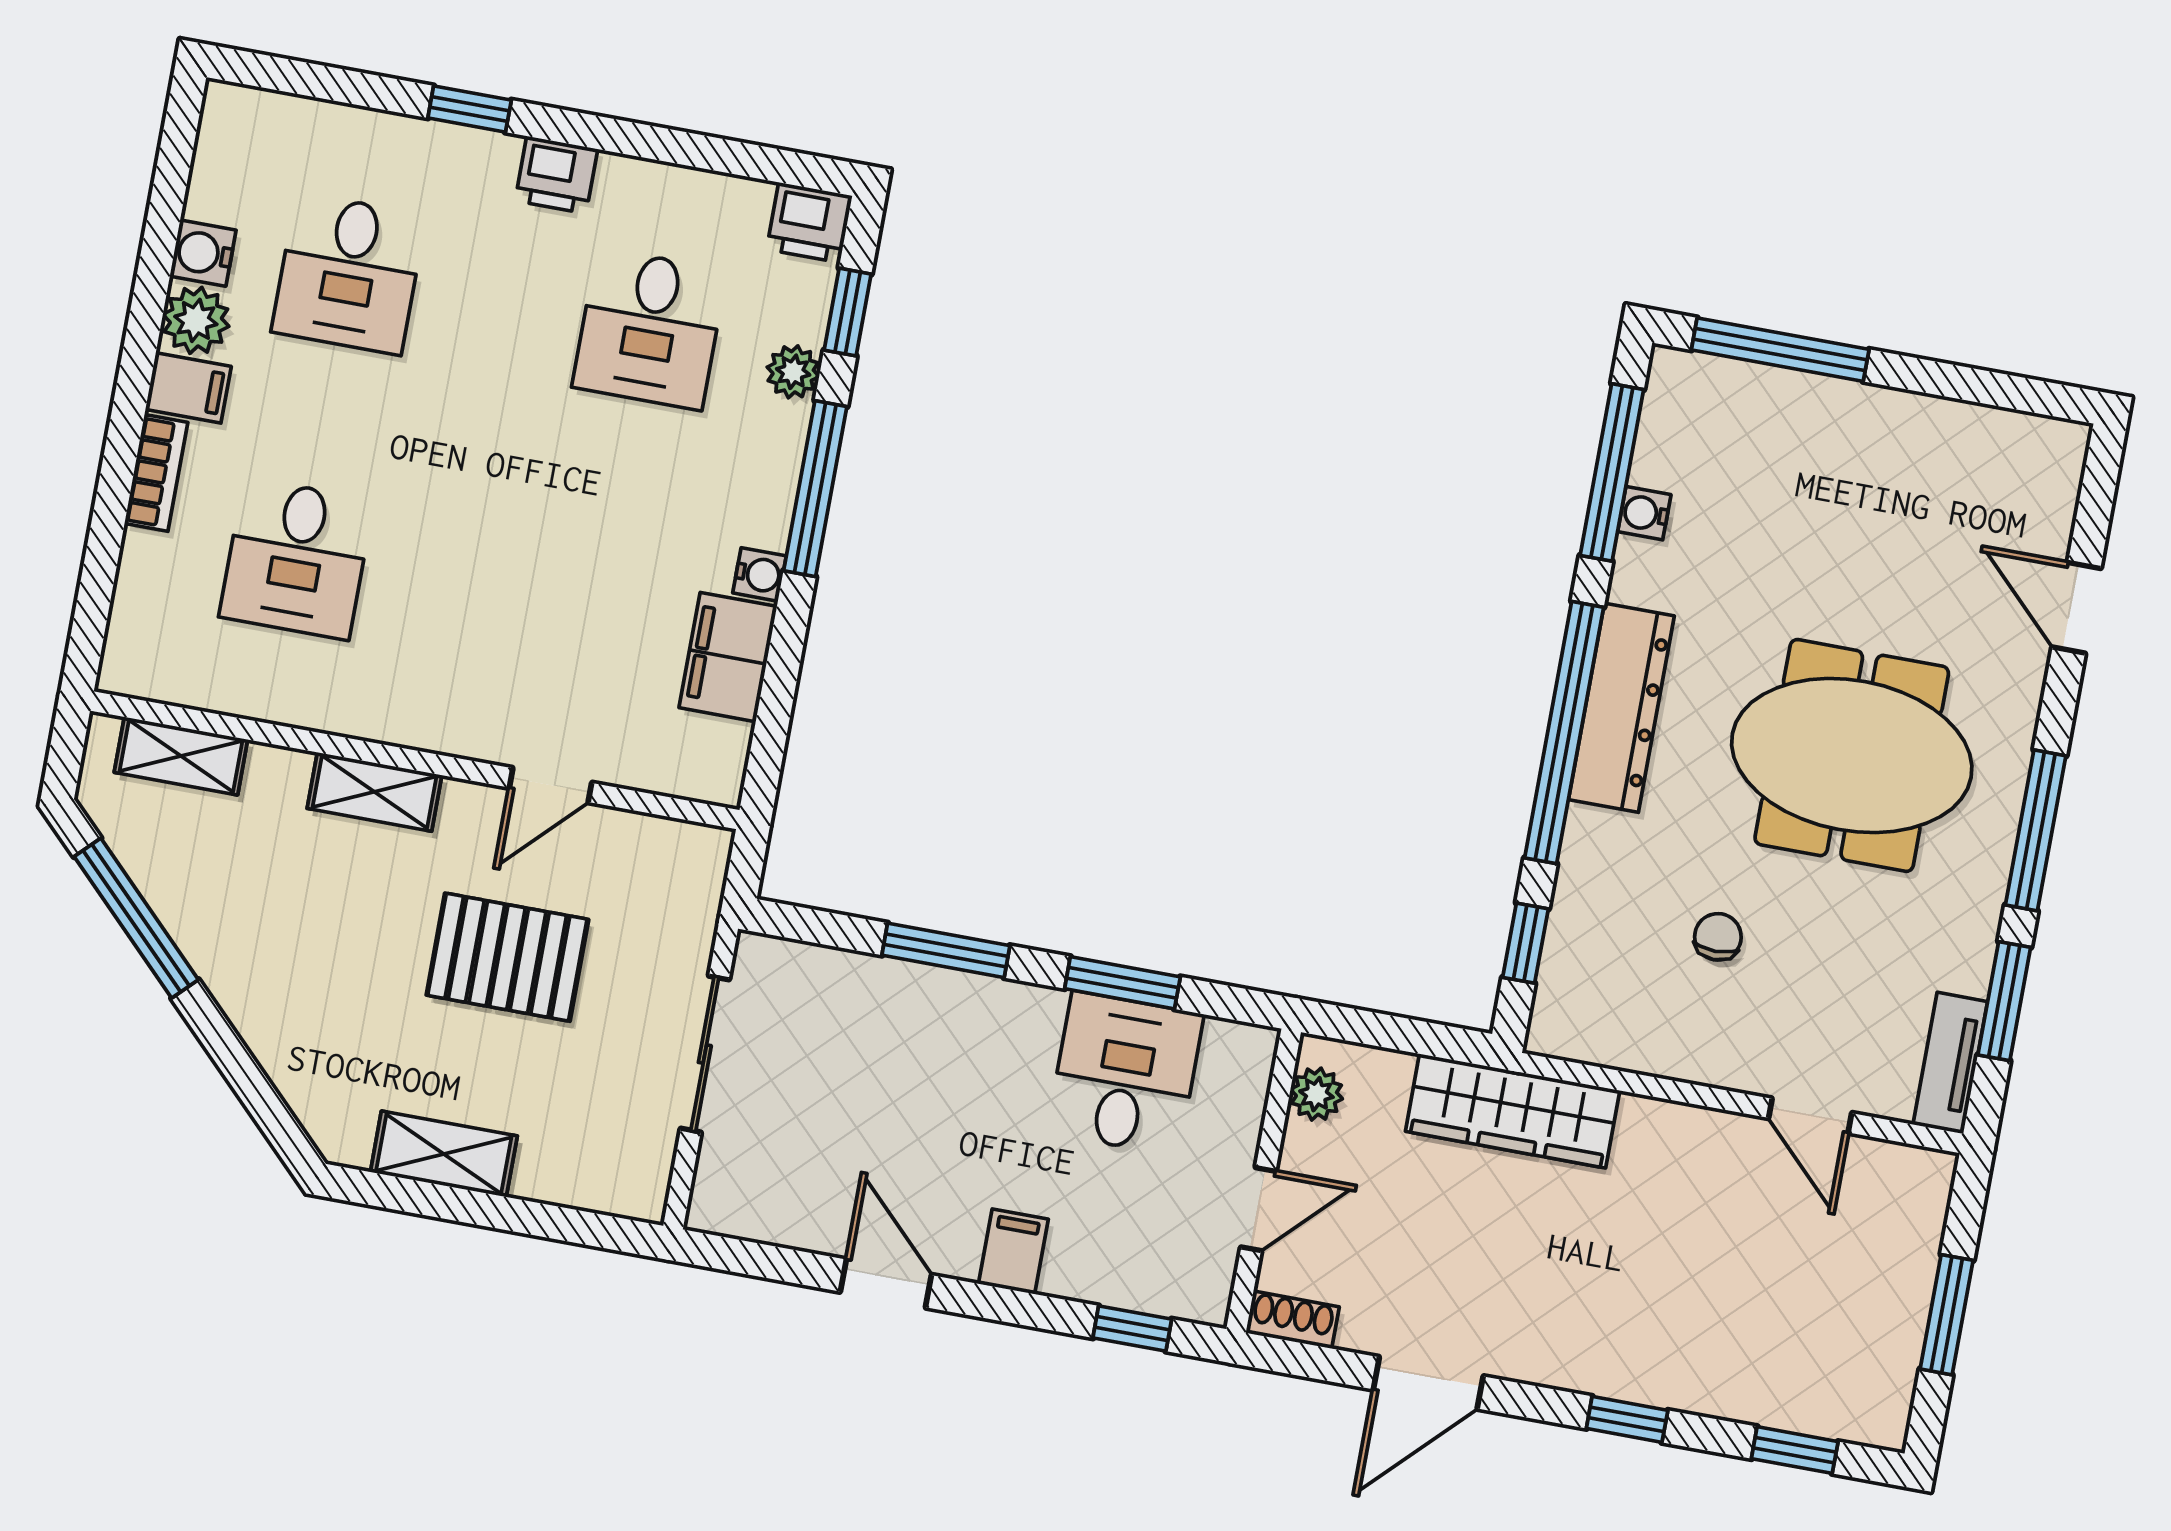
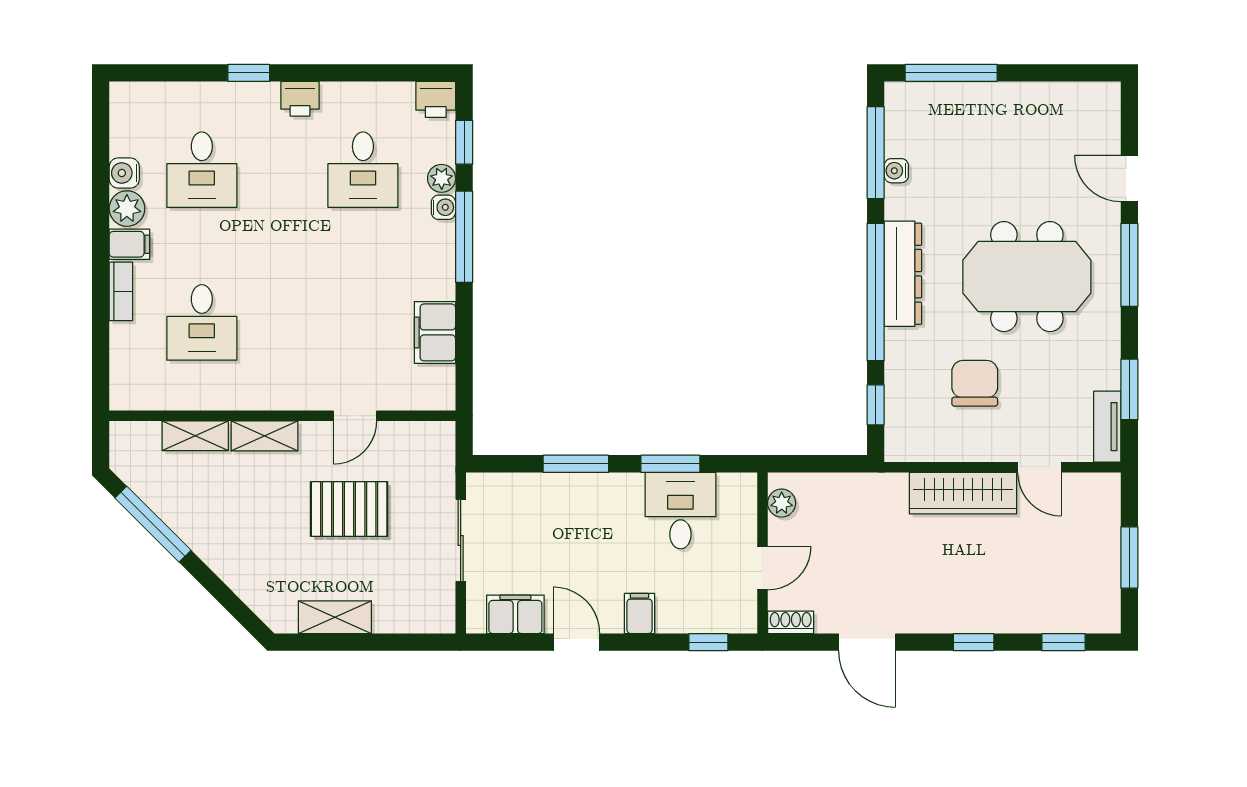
water cooler: (760, 574) -> (443, 207), moved
shelving: (181, 756) -> (195, 436), moved
window: (2036, 830) -> (1129, 265), moved
chair: (1718, 937) -> (975, 383), width x1.87, depth x1.87
wardrobe: (1513, 1111) -> (963, 493), moved
filing cabinet: (782, 1211) -> (515, 614), added
door: (1428, 1383) -> (867, 642), hinge flipped

